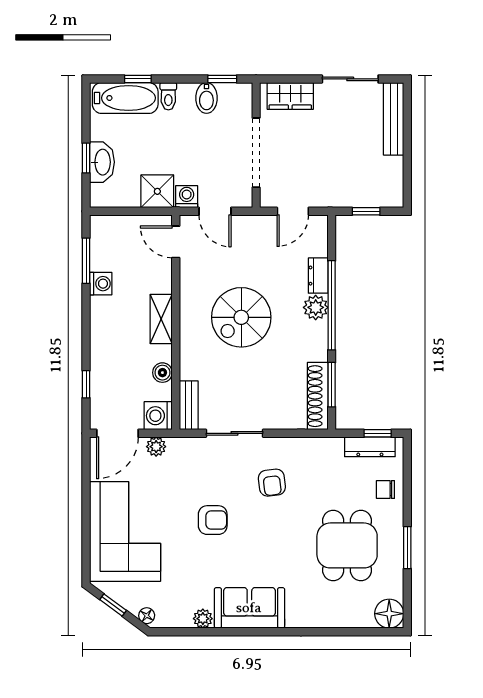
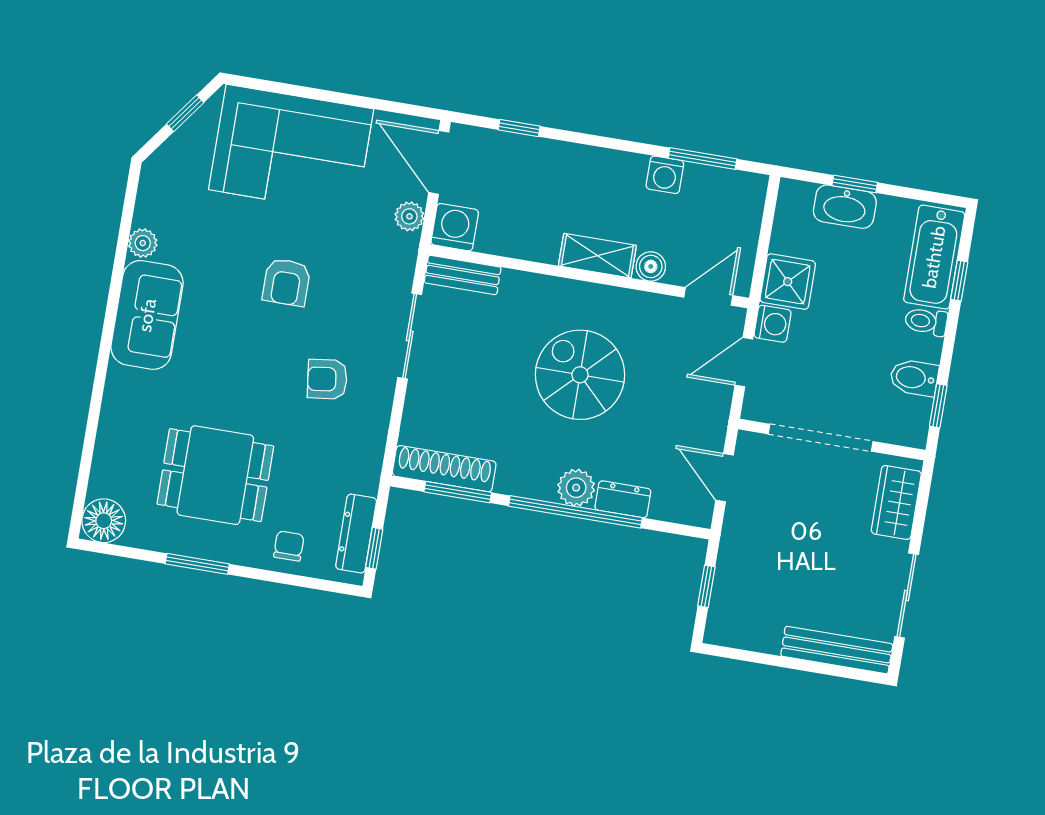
boiler: (162, 373) -> (651, 266), moved
floor lamp: (147, 616) -> (161, 160), removed

